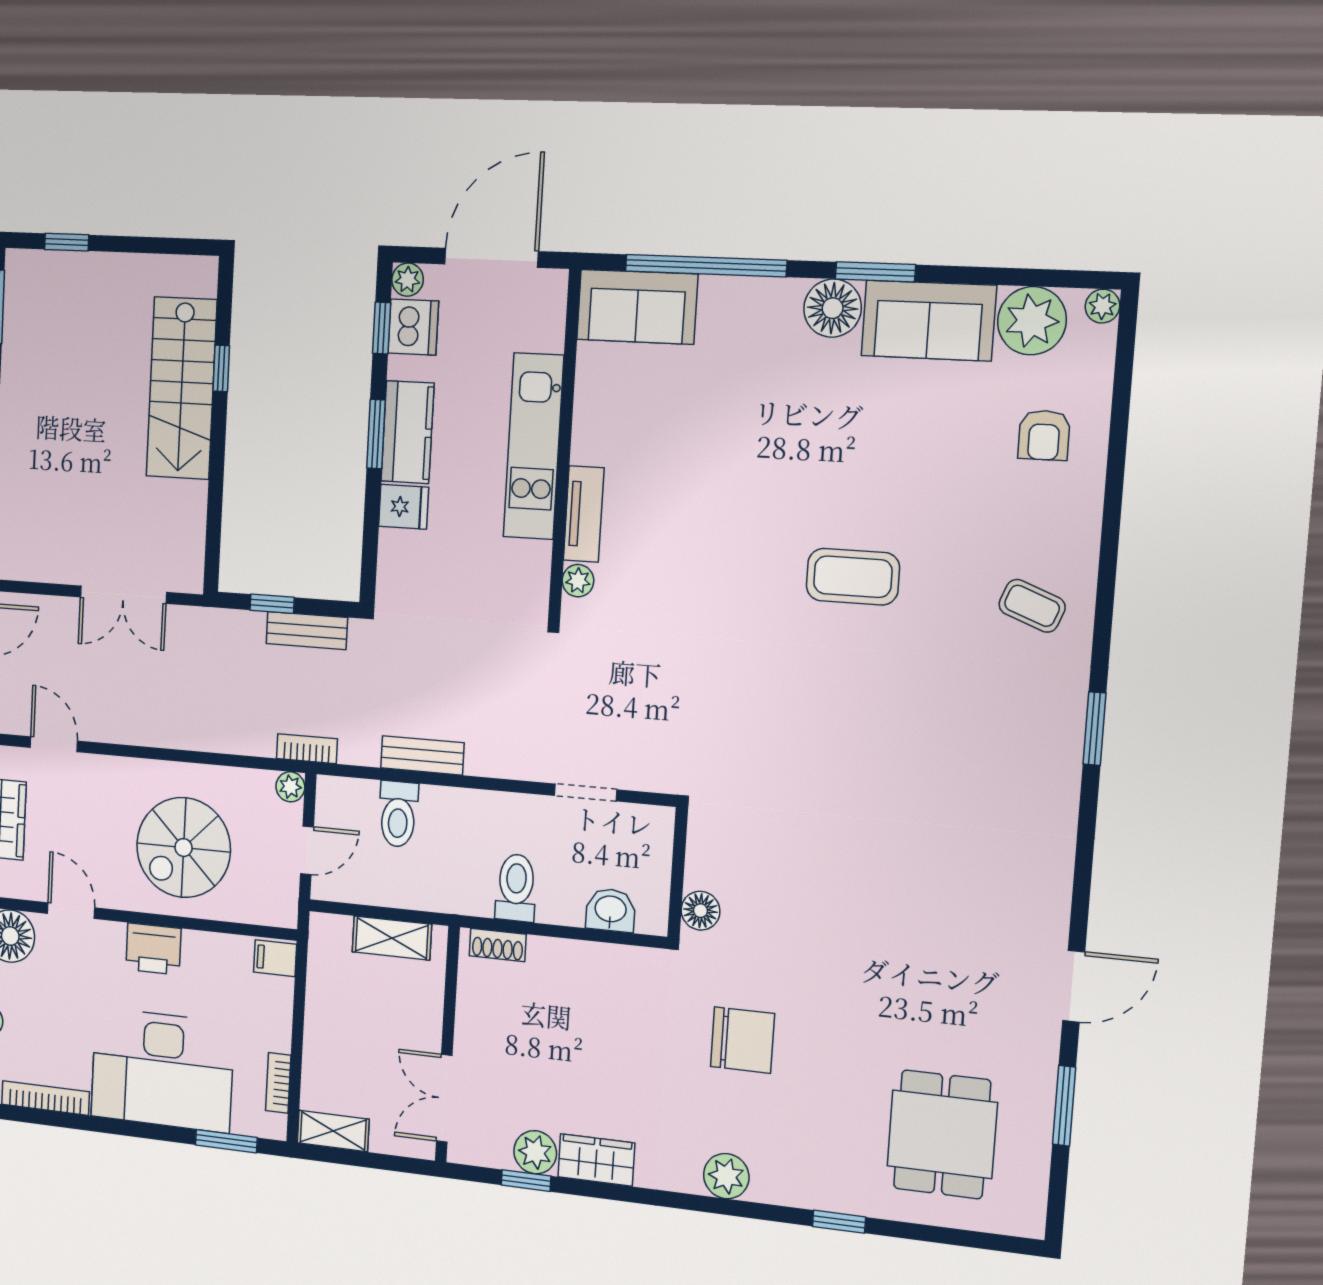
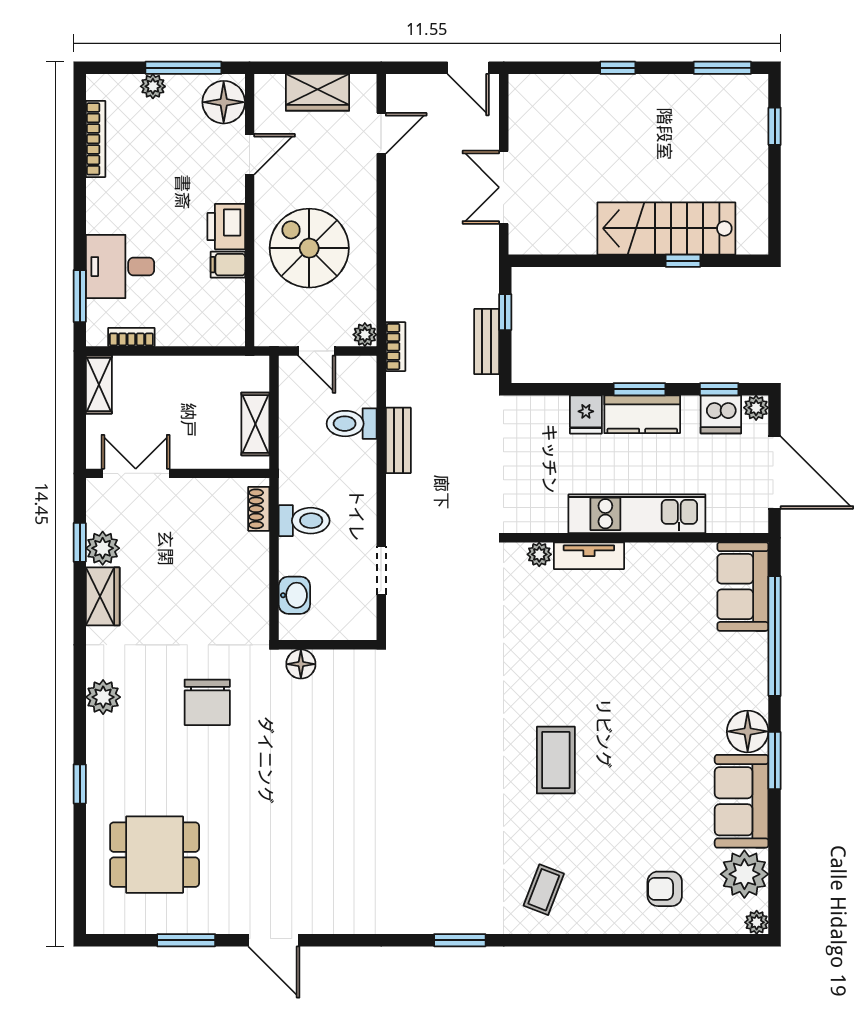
filing cabinet: (275, 958) -> (228, 265), moved, turned -90
desk: (162, 1070) -> (120, 267), width x0.53, depth x0.77

